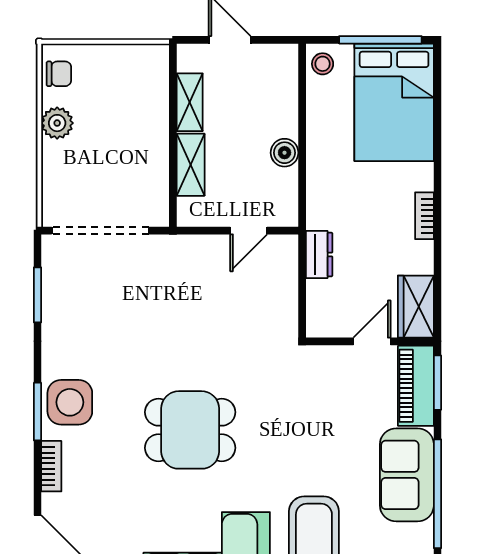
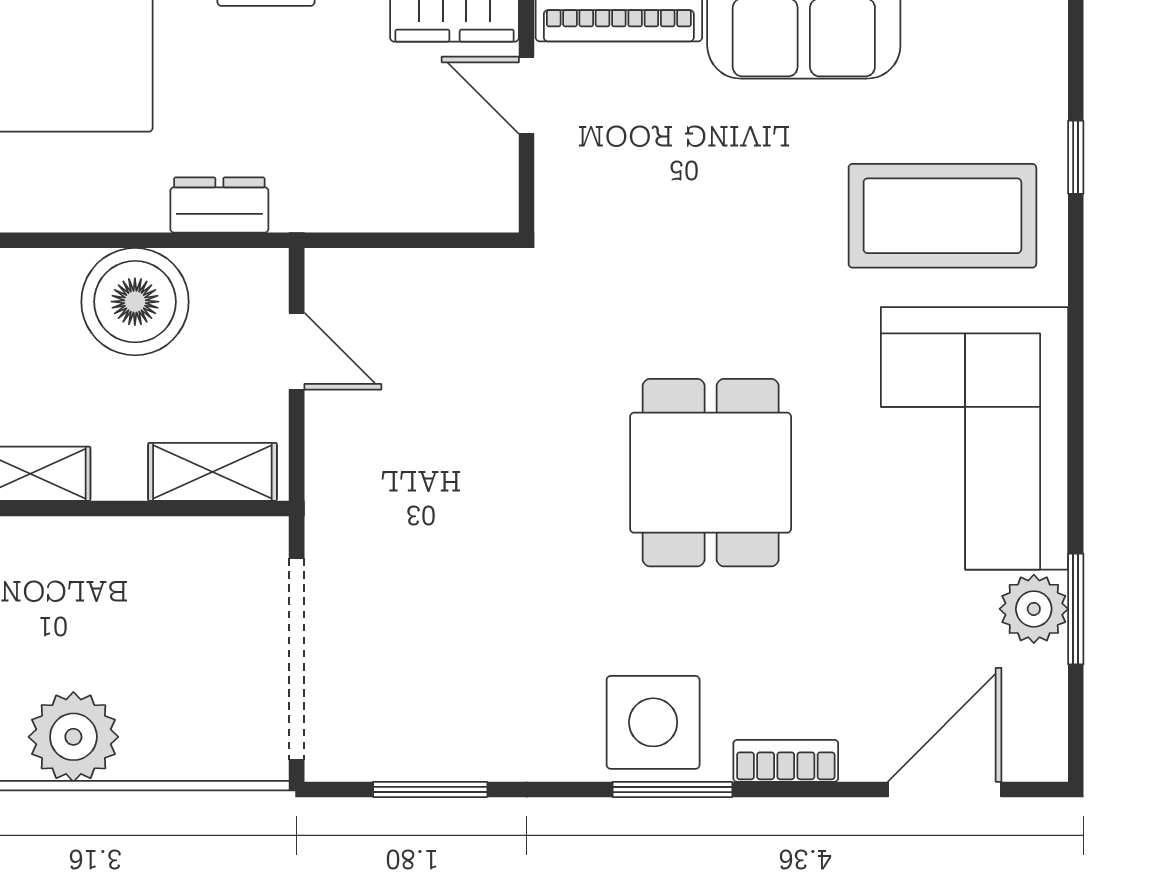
plant: (57, 123) -> (73, 737), width x1.36, depth x1.36
boiler: (285, 153) -> (135, 302), width x1.86, depth x1.86
shelving: (191, 165) -> (212, 472), moved
dresser: (319, 255) -> (219, 205), moved

